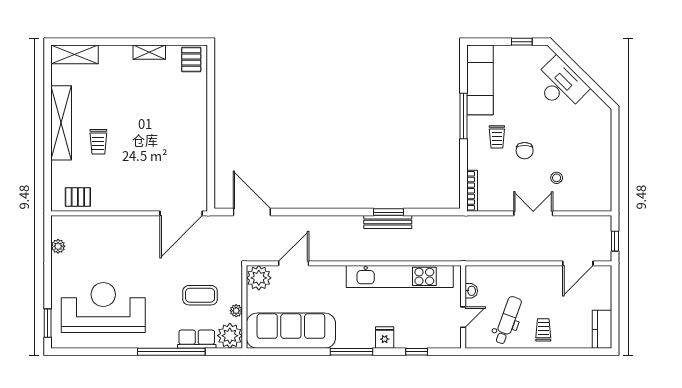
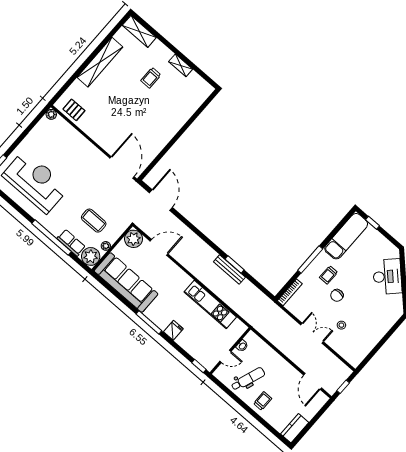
window: (522, 42) -> (372, 223), moved
pallet: (191, 60) -> (200, 89), removed
window: (464, 116) -> (310, 260), moved
trolley: (98, 142) -> (151, 78), moved
door: (181, 213) -> (122, 167), swing flipped
plant: (58, 246) -> (51, 114), moved
door: (578, 263) -> (313, 381), hinge flipped
kitchen unit: (400, 276) -> (210, 305), width x0.73
window: (417, 352) -> (199, 366), moved

